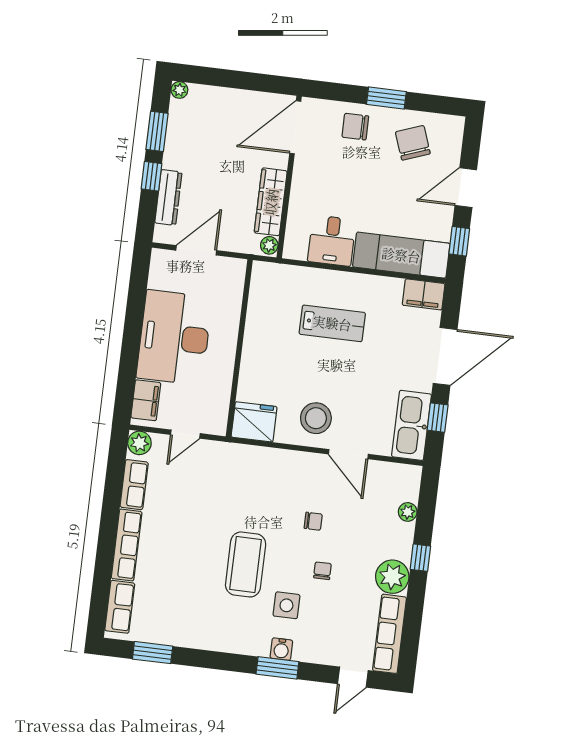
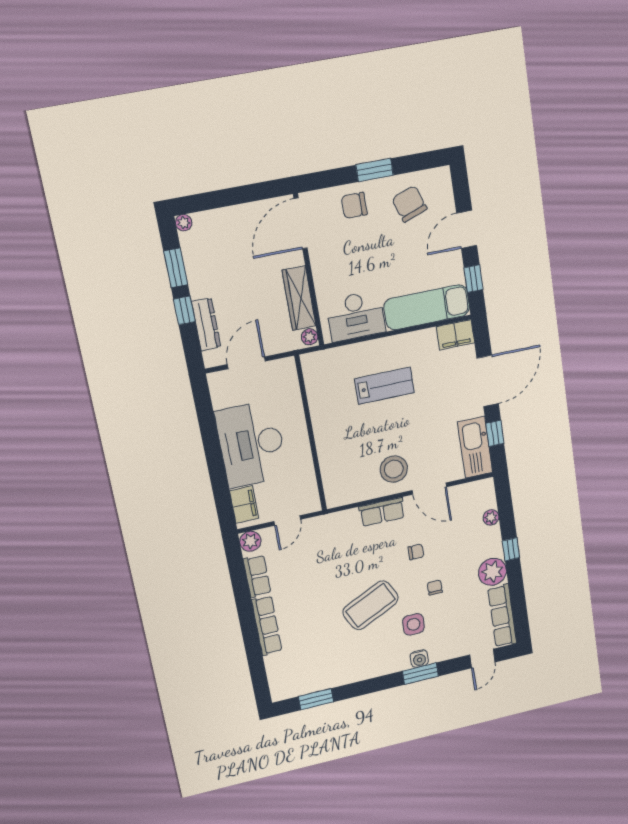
desk: (332, 241) -> (356, 316), width x1.37
fridge: (254, 422) -> (343, 490), removed
coffee table: (246, 564) -> (371, 605), turned 64
row of seats: (120, 607) -> (382, 512), moved, turned 90

